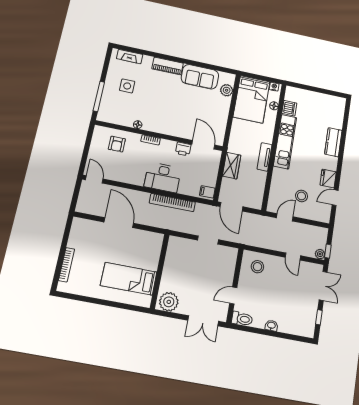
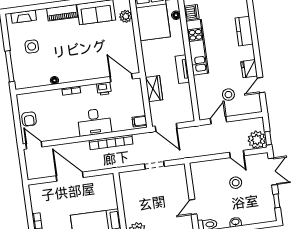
armchair: (117, 144) -> (29, 119), moved
plant: (320, 254) -> (257, 140), width x1.87, depth x1.87
stool: (257, 267) -> (236, 183), moved

